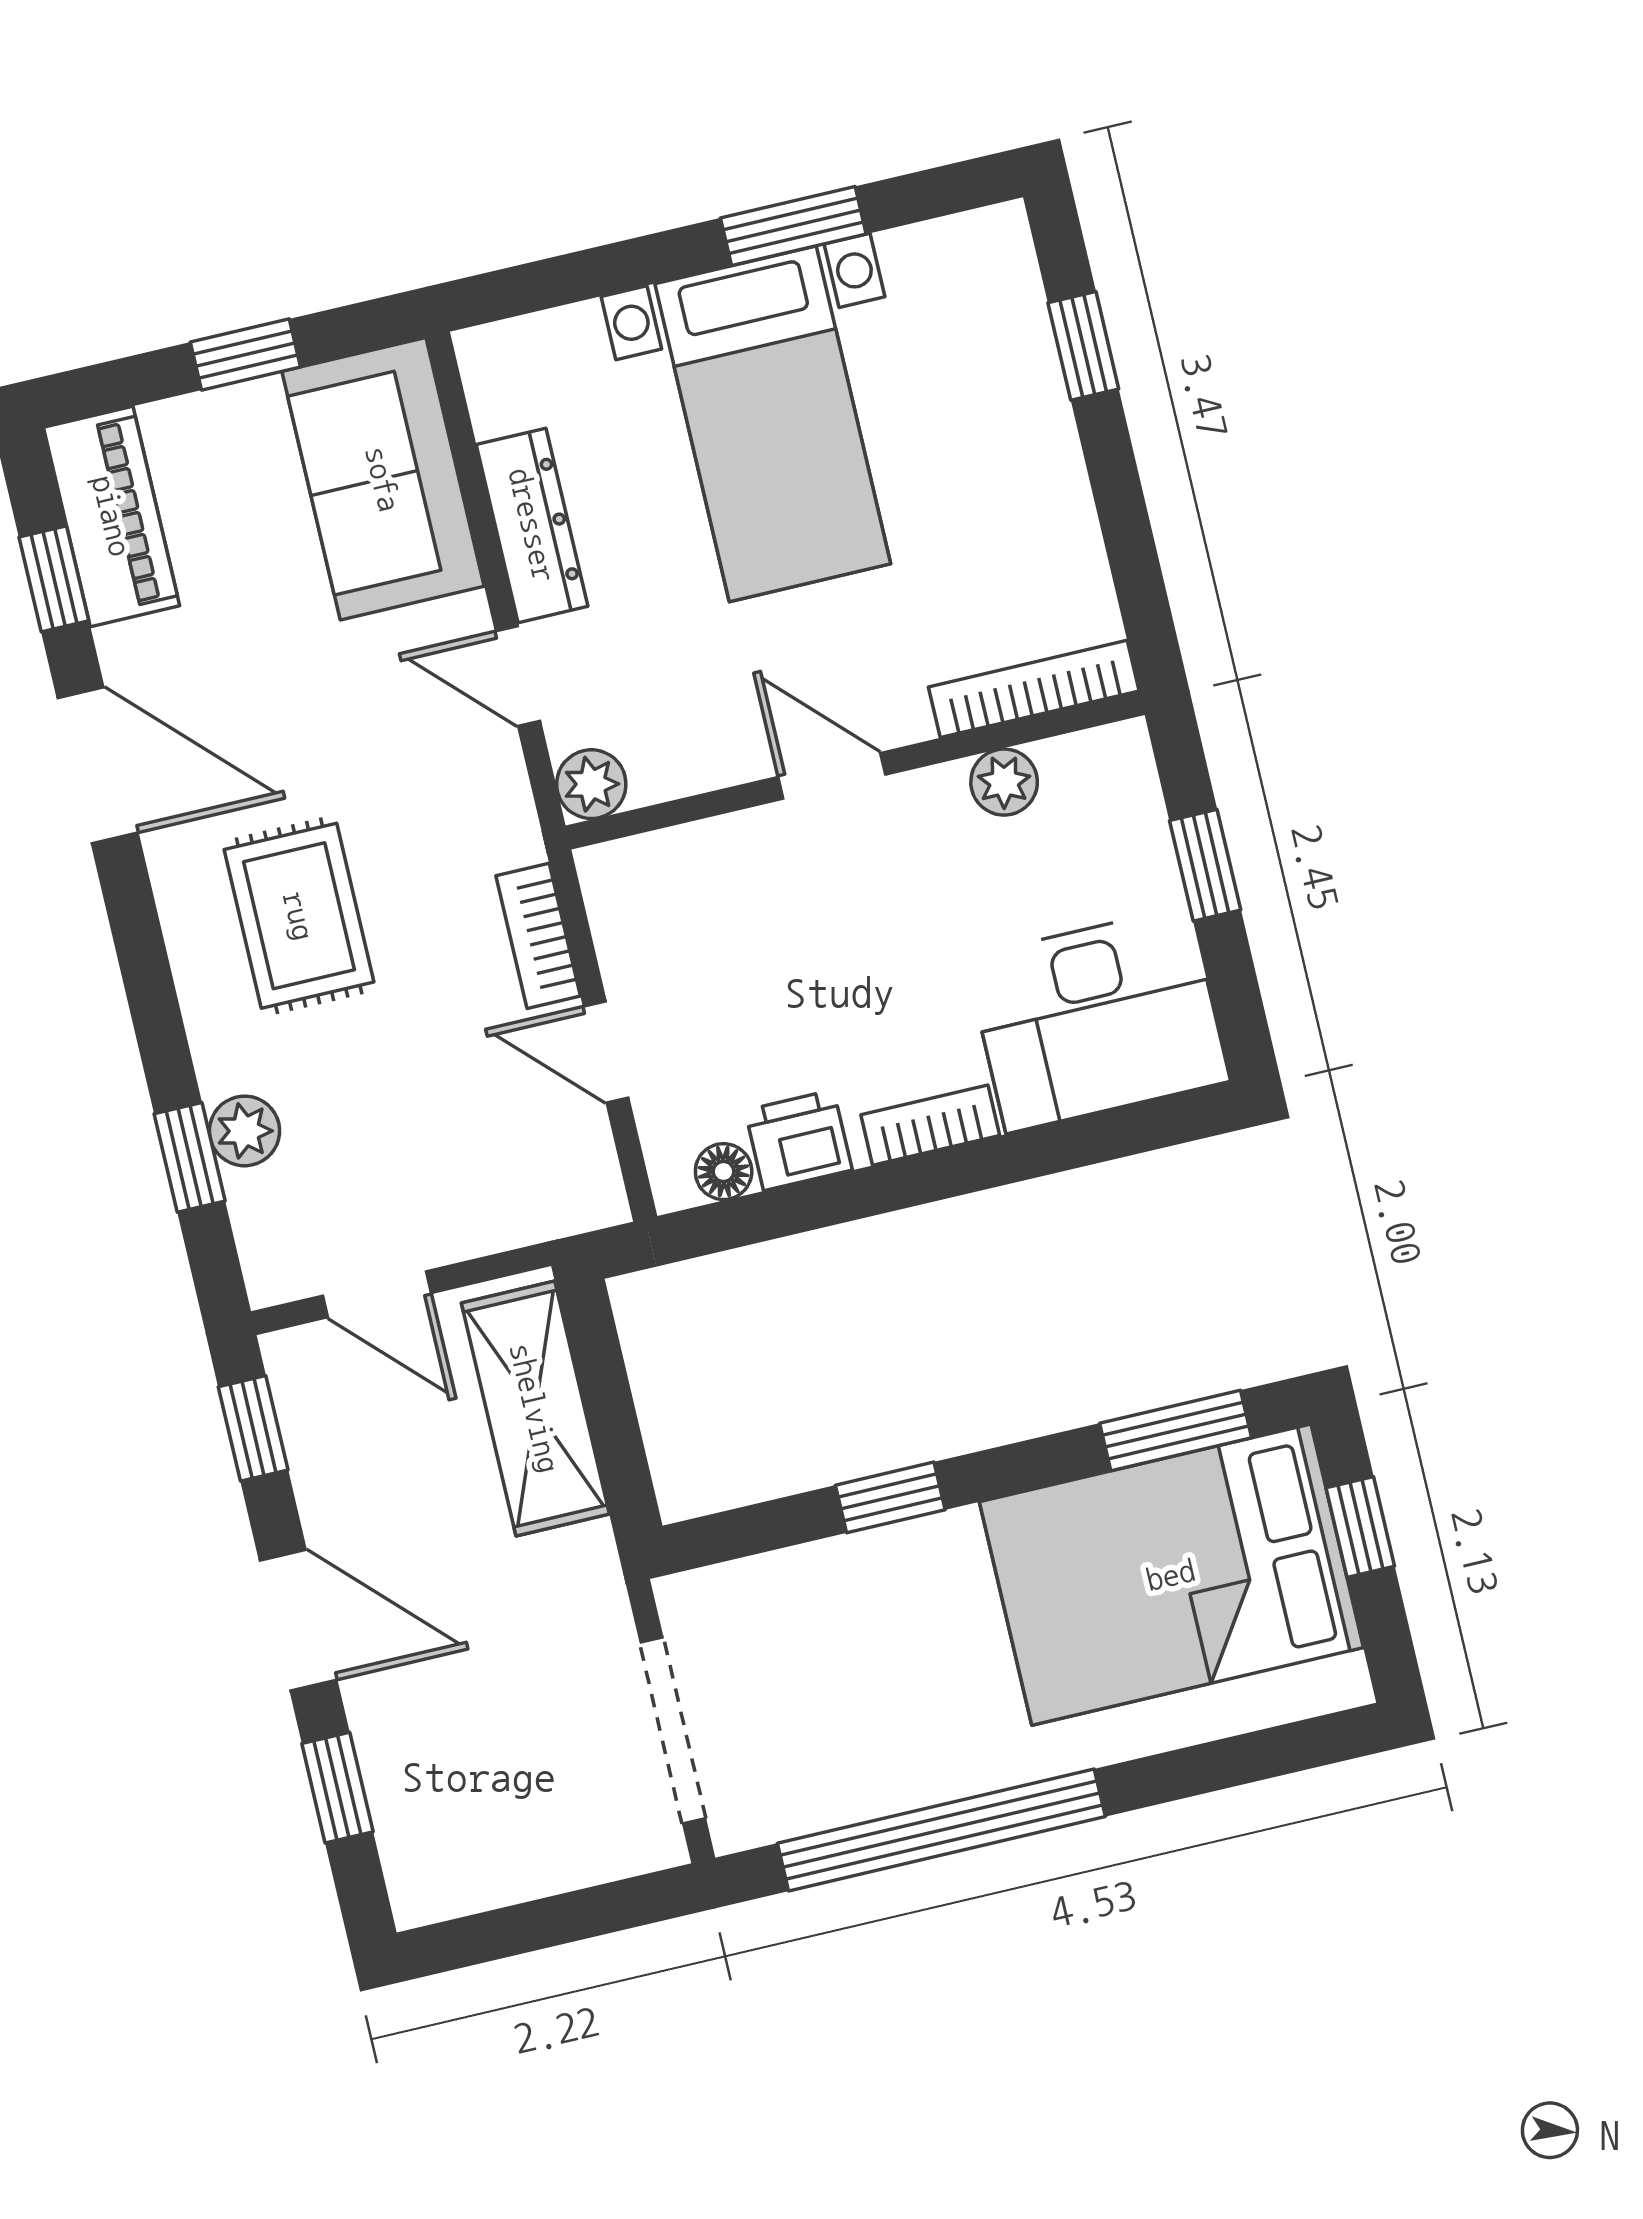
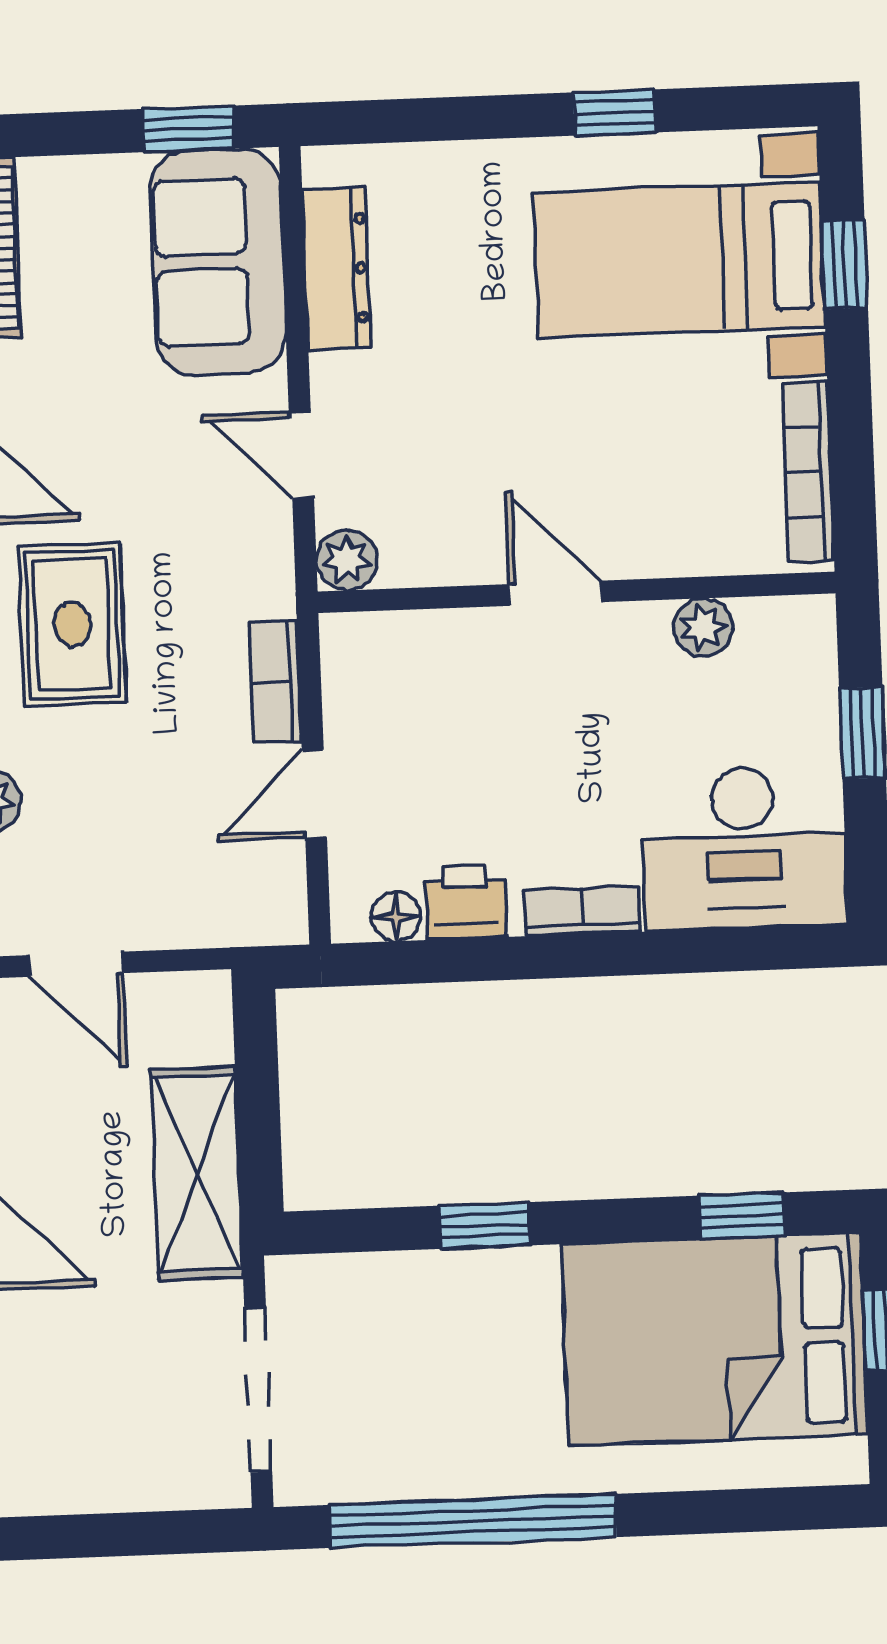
window: (793, 226) -> (614, 112), width x0.67
window: (245, 355) -> (189, 129), moved
bed with nightstands: (773, 424) -> (679, 260), moved, turned 90
dresser: (532, 525) -> (337, 269), moved
bookcase: (1034, 689) -> (808, 472), moved, turned -90
door: (606, 1052) -> (314, 794), hinge flipped
shelving: (535, 1408) -> (197, 1173), moved
window: (1176, 1430) -> (742, 1216), width x0.67

